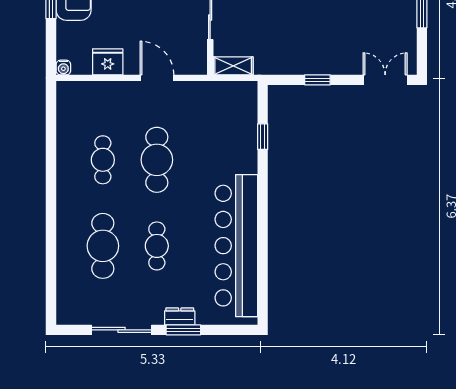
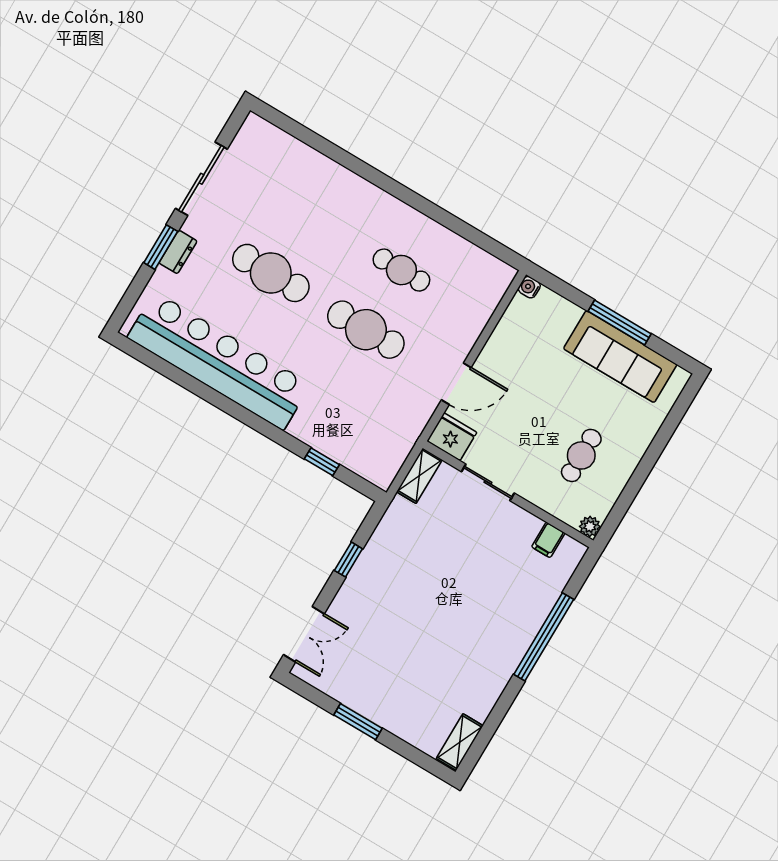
fridge: (108, 62) -> (452, 437), moved, turned -90
cafe table: (103, 246) -> (306, 213), removed
cafe table: (157, 246) -> (271, 273), width x1.37, depth x1.35

